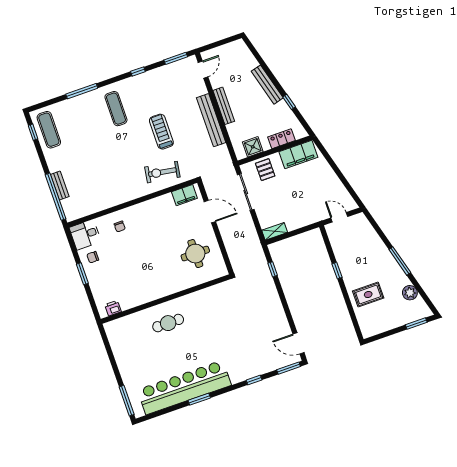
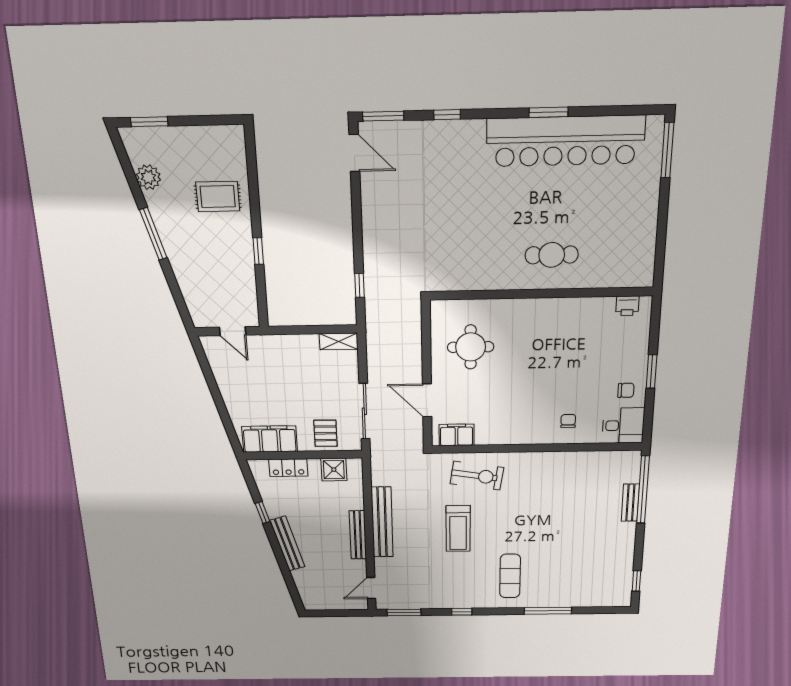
exercise mat: (49, 130) -> (614, 578), removed

